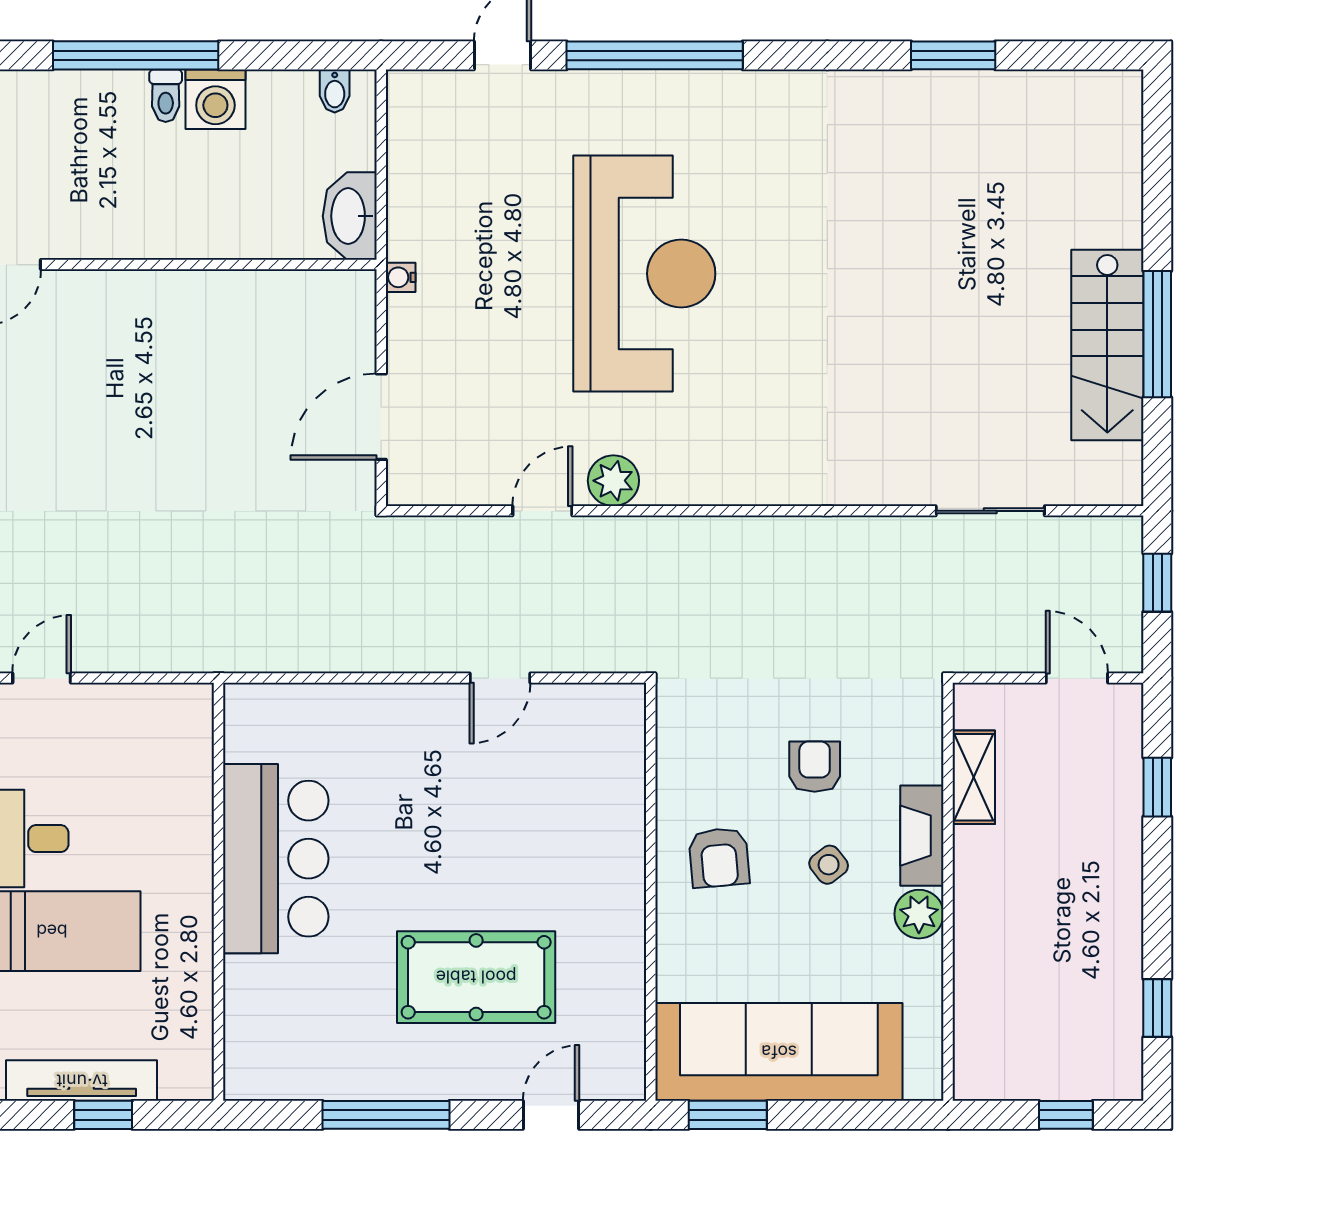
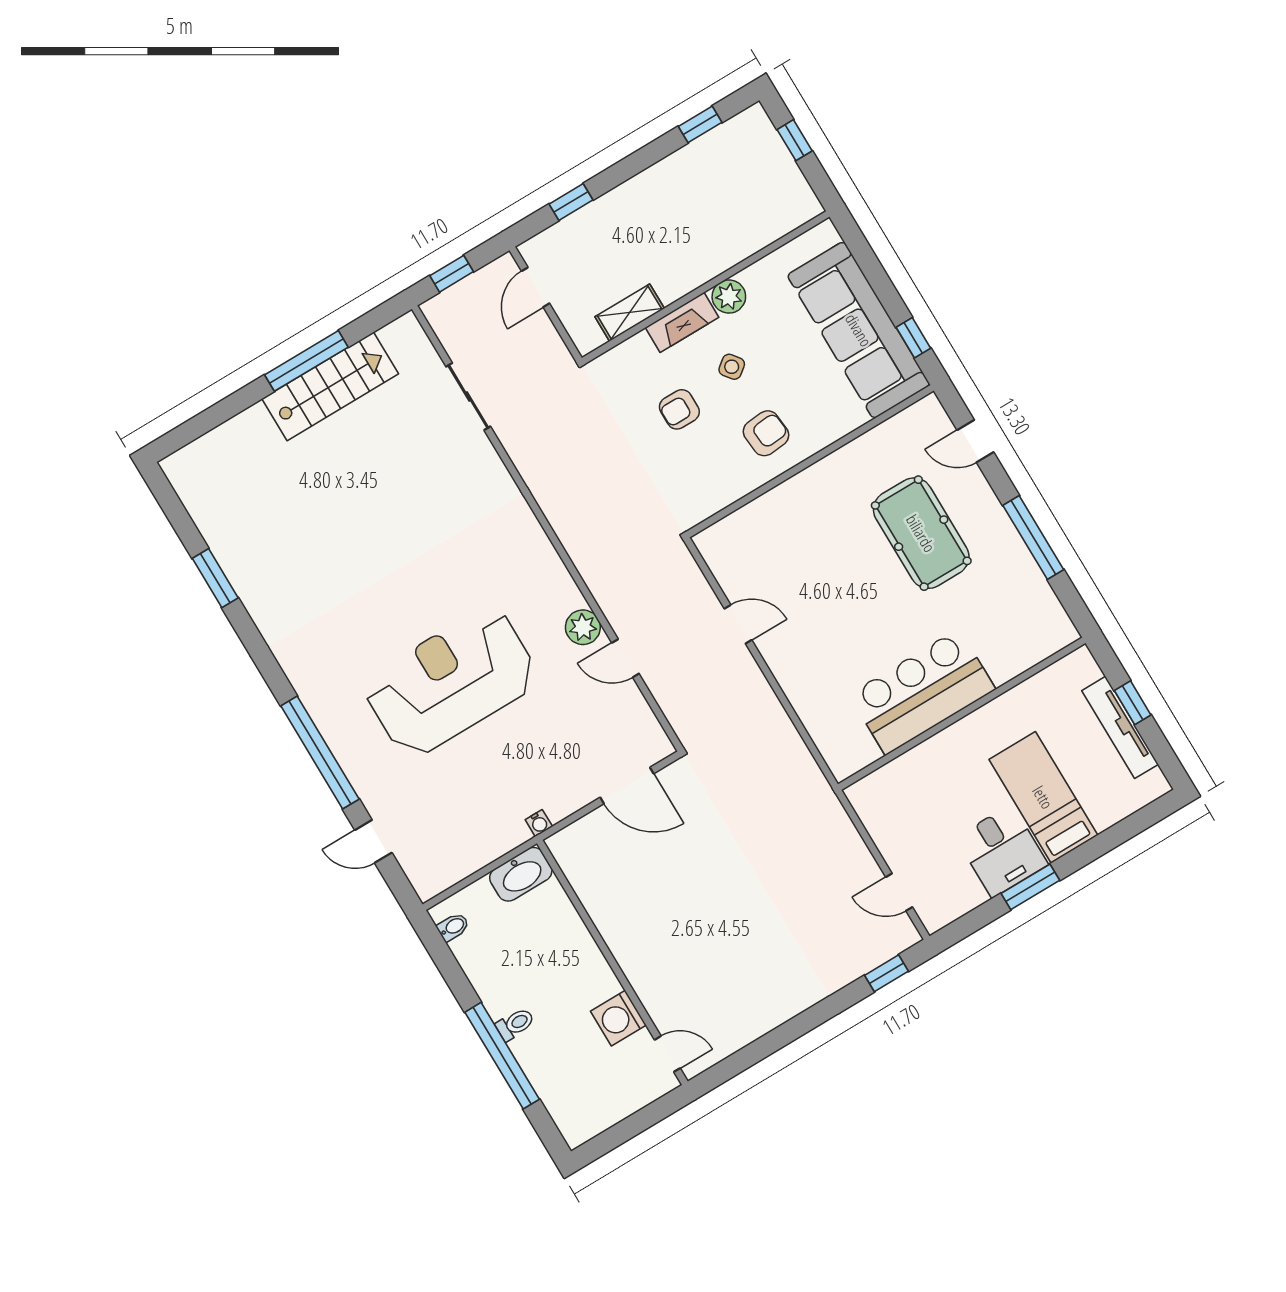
washing machine: (215, 99) -> (618, 1018), moved, turned 180
window: (728, 1115) -> (913, 338), width x0.67

